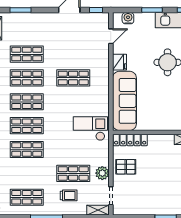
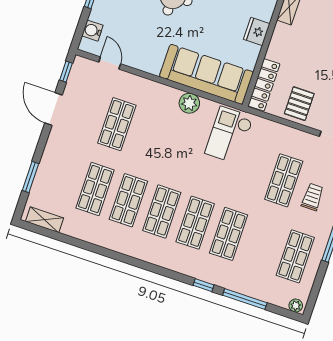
fridge: (119, 62) -> (257, 32), moved, turned -90
shop shelf: (73, 78) -> (117, 124), moved
plant: (102, 173) -> (189, 103), moved

